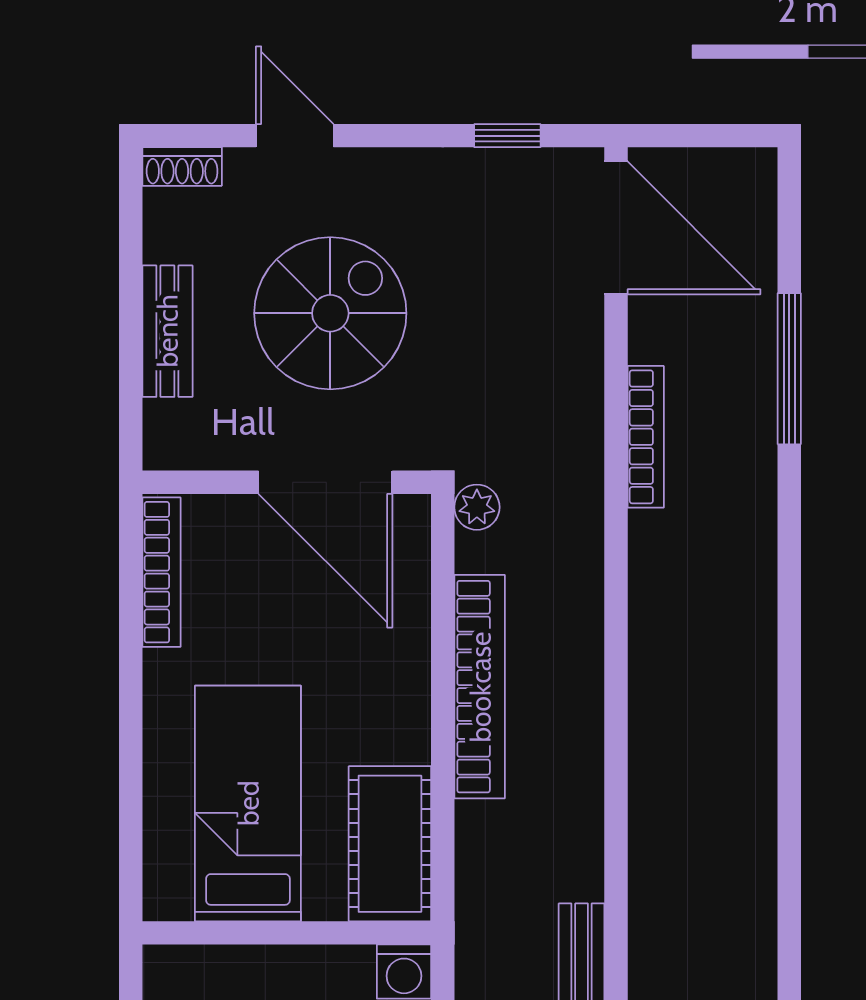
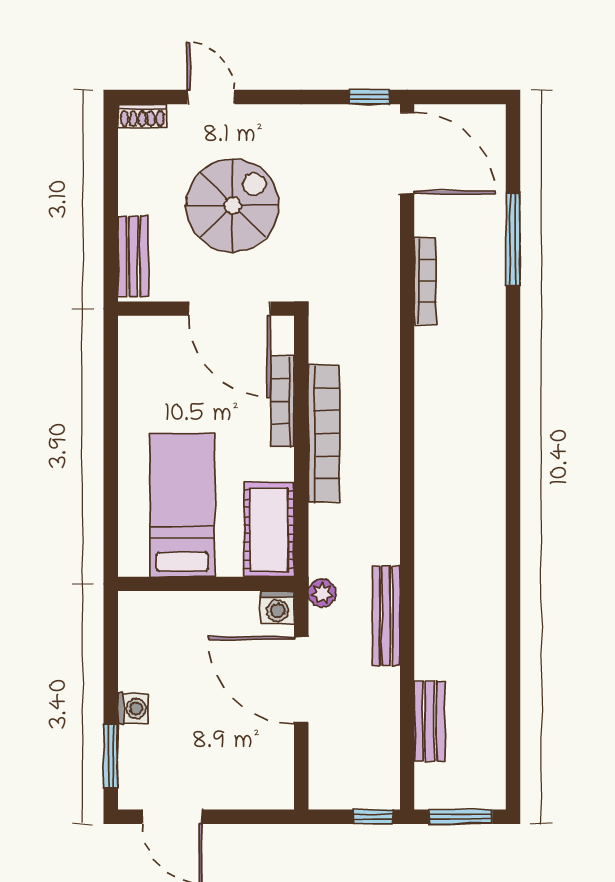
window: (507, 136) -> (369, 97), moved
bench: (167, 331) -> (133, 256), moved
plant: (477, 507) -> (322, 593), moved
bookcase: (161, 572) -> (283, 401), moved, turned 180

